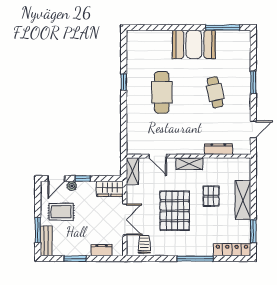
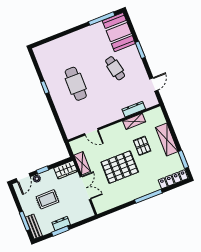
booth: (194, 44) -> (119, 32), moved, turned 90
shelving: (189, 164) -> (134, 121), moved
shelving: (132, 171) -> (82, 163), moved
pallet: (175, 211) -> (120, 167), turned 90
rug: (61, 212) -> (47, 199), moved
trolley: (144, 244) -> (107, 200), removed
dresser: (102, 250) -> (61, 224), moved

